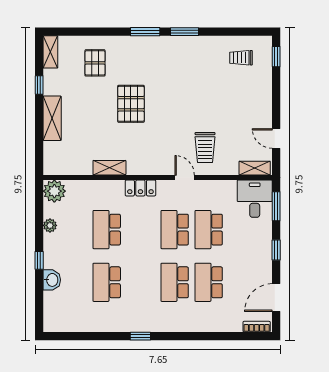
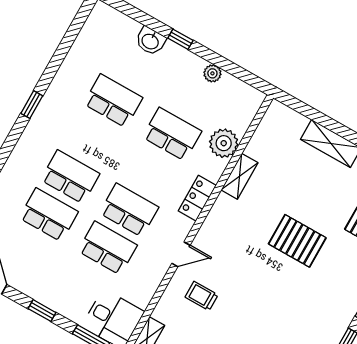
trolley: (205, 148) -> (202, 296), width x0.73, depth x0.72
plant: (54, 191) -> (224, 143), moved

